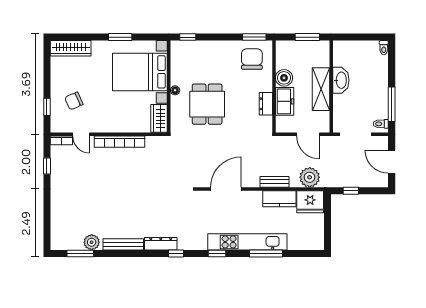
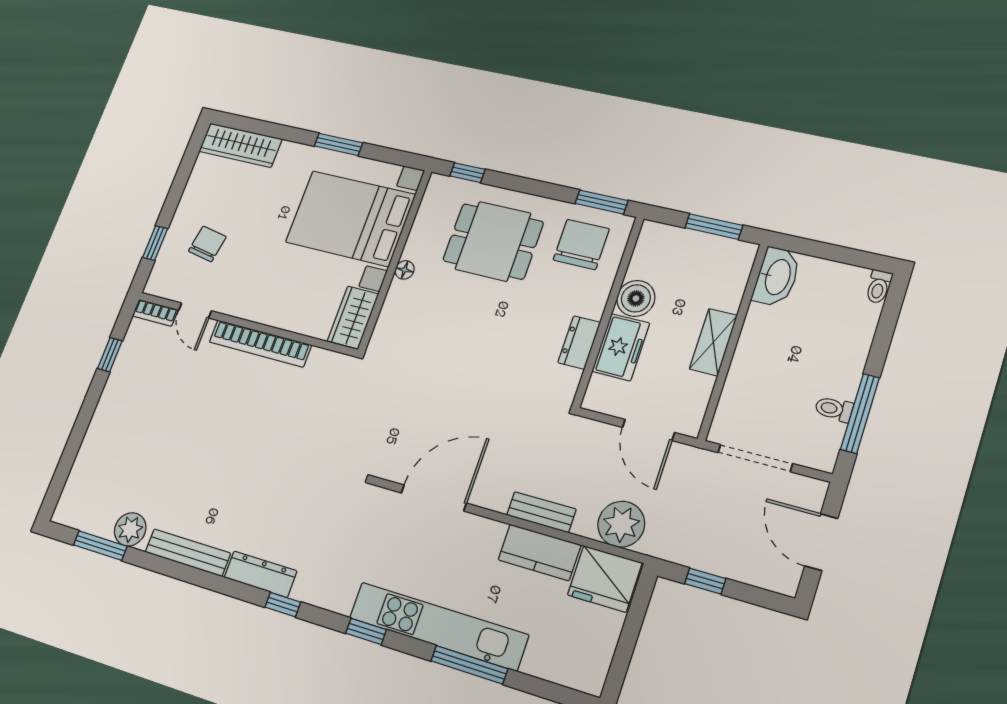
washbasin: (341, 80) -> (777, 277), moved
shelving: (321, 89) -> (713, 342), width x0.67, depth x0.75
chair: (74, 101) -> (207, 244), turned 124
dining table: (207, 104) -> (493, 241), moved, turned 90
toilet: (381, 124) -> (834, 409), moved

